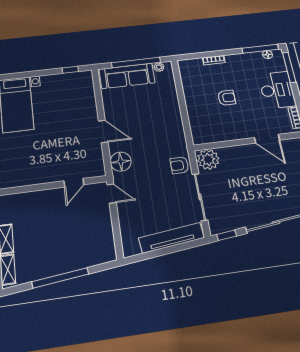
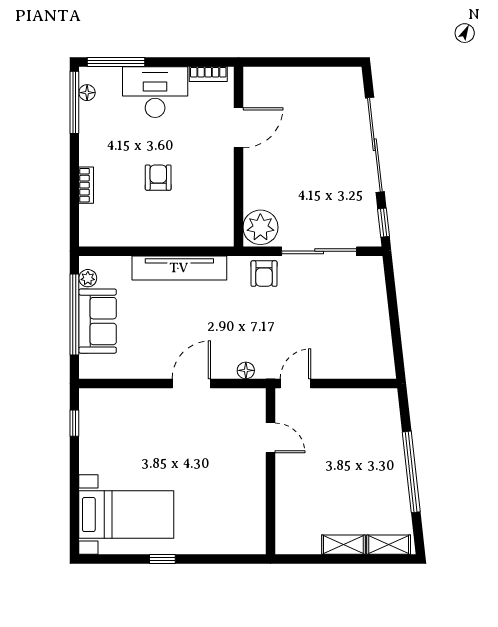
sofa: (127, 76) -> (98, 321), width x0.73
floor lamp: (121, 162) -> (246, 370), width x0.53, depth x0.53
tv unit: (171, 238) -> (179, 268), moved, turned -84

